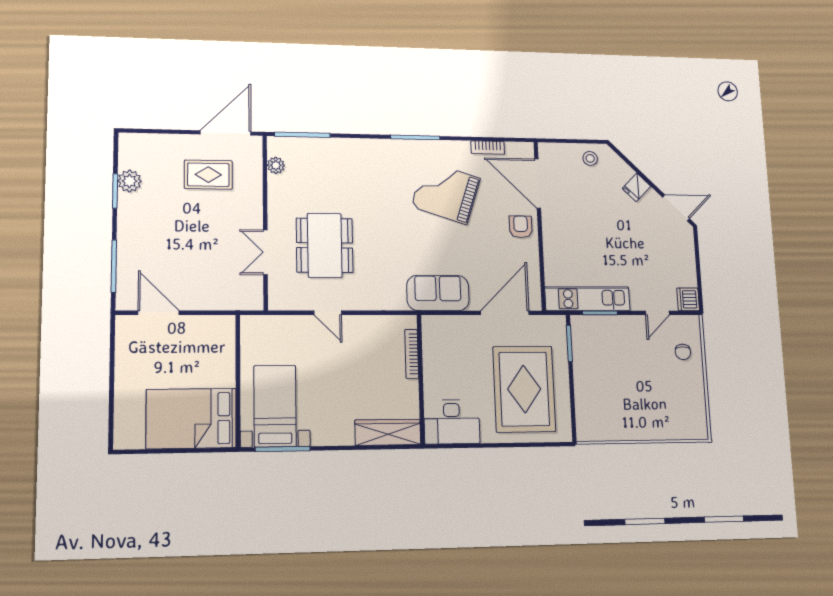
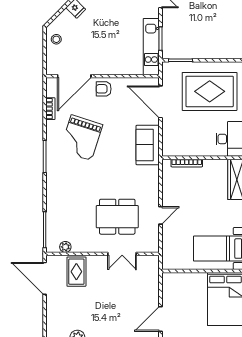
rug: (208, 175) -> (76, 272), moved

